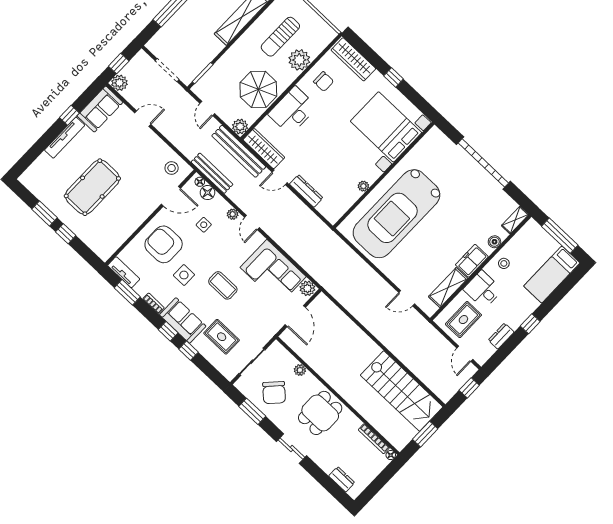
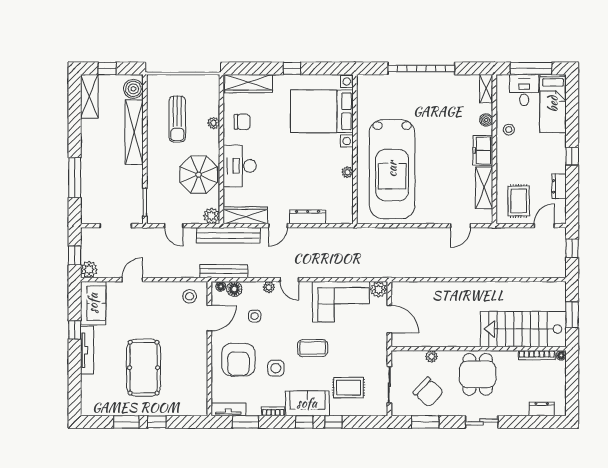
plant: (299, 60) -> (214, 123), width x0.53, depth x0.53
armchair: (164, 244) -> (238, 360), turned -90
desk: (483, 290) -> (524, 90), moved, turned 90
door: (465, 354) -> (544, 226), swing flipped
stairs: (402, 391) -> (523, 329), moved, turned 180

